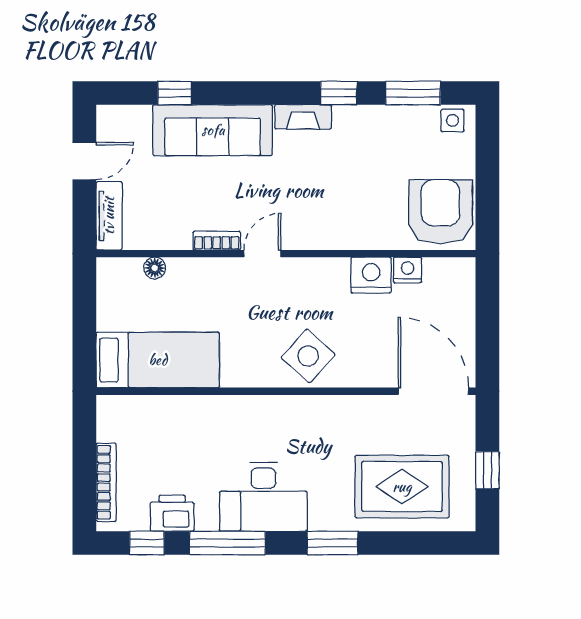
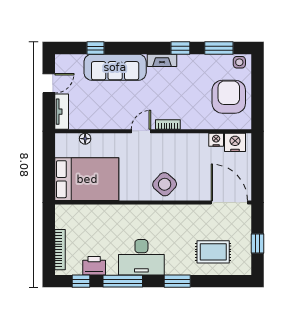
armchair: (441, 212) -> (229, 97), moved
bookcase: (217, 241) -> (168, 124), moved
nightstand: (371, 275) -> (235, 142), moved
bed: (158, 360) -> (87, 179), width x1.50
rug: (402, 487) -> (213, 252), width x0.73, depth x0.70

